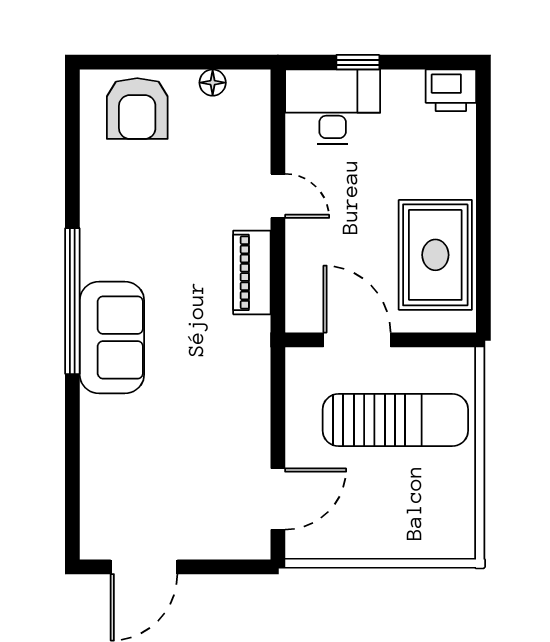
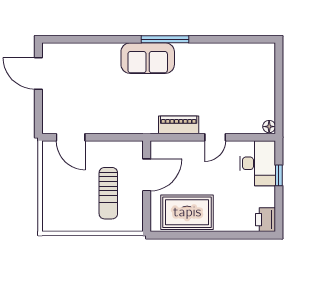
floor lamp: (213, 83) -> (269, 127), moved
armchair: (137, 108) -> (257, 70), removed
window: (72, 301) -> (165, 39), width x0.68
sun lounger: (395, 420) -> (108, 193), width x0.73, depth x0.75

